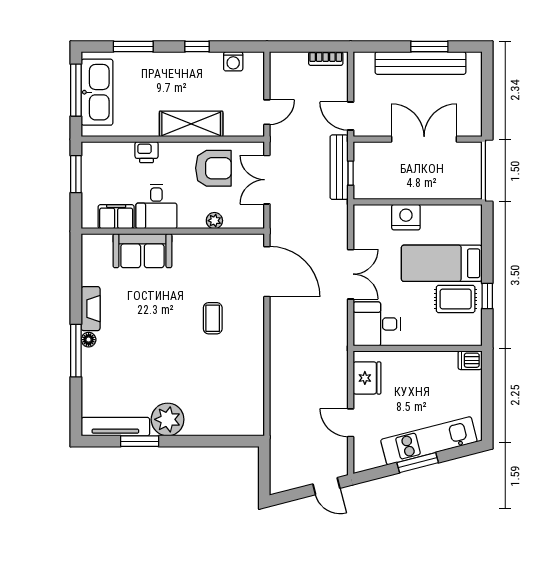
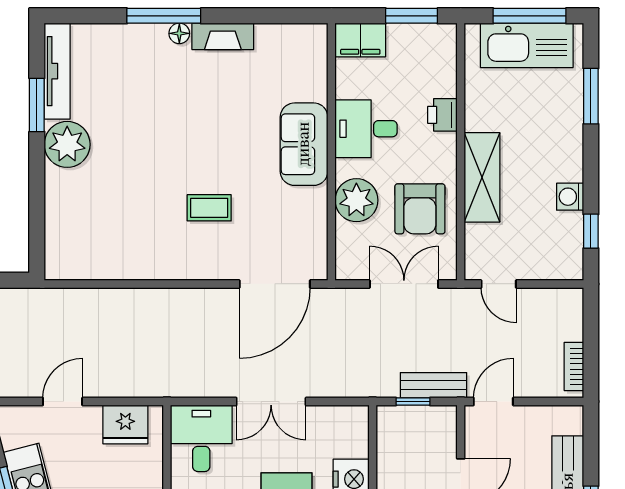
window: (197, 46) -> (591, 231), moved
washing machine: (233, 61) -> (570, 197), moved
bench: (339, 167) -> (433, 385), width x0.73
filing cabinet: (116, 217) -> (360, 40), moved, turned 90
plant: (214, 221) -> (356, 200), width x1.88, depth x1.88
sofa: (142, 251) -> (304, 144), moved

